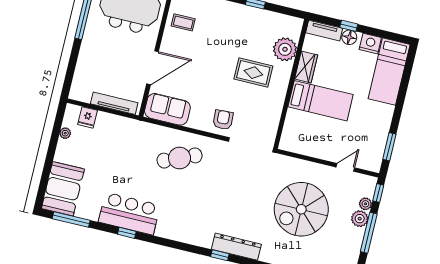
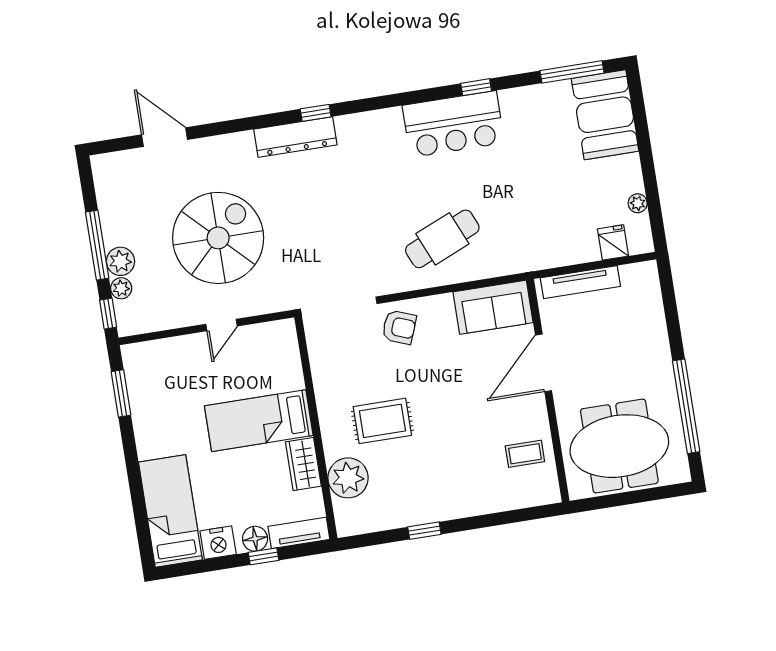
armchair: (223, 120) -> (399, 327), turned -66
door: (345, 167) -> (222, 325), moved
bar counter: (129, 214) -> (453, 124), moved

